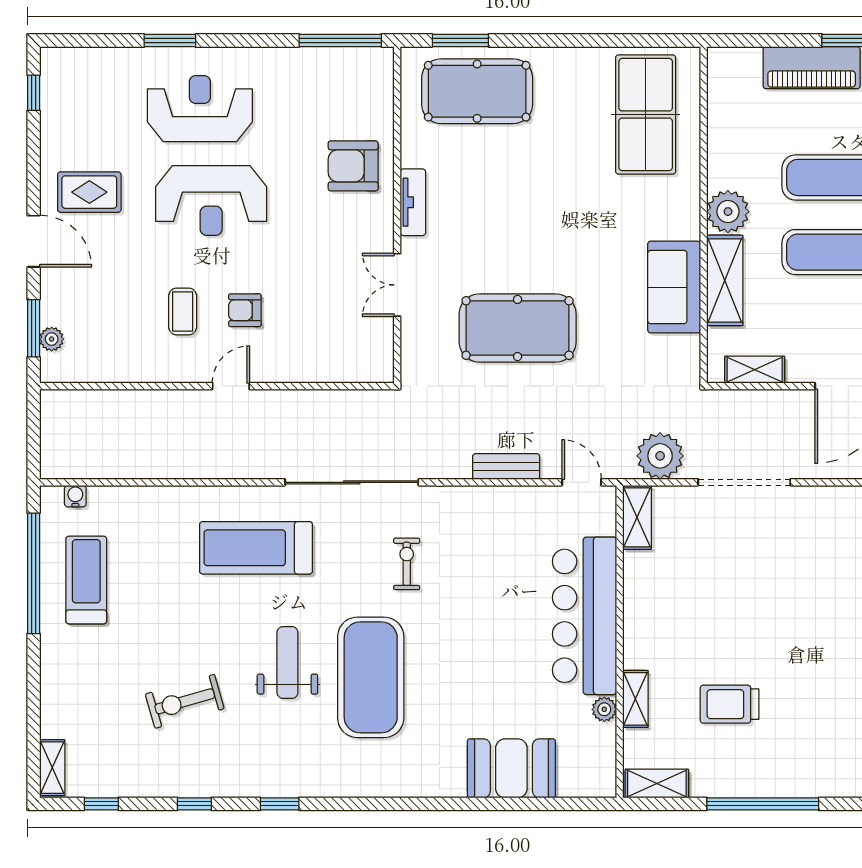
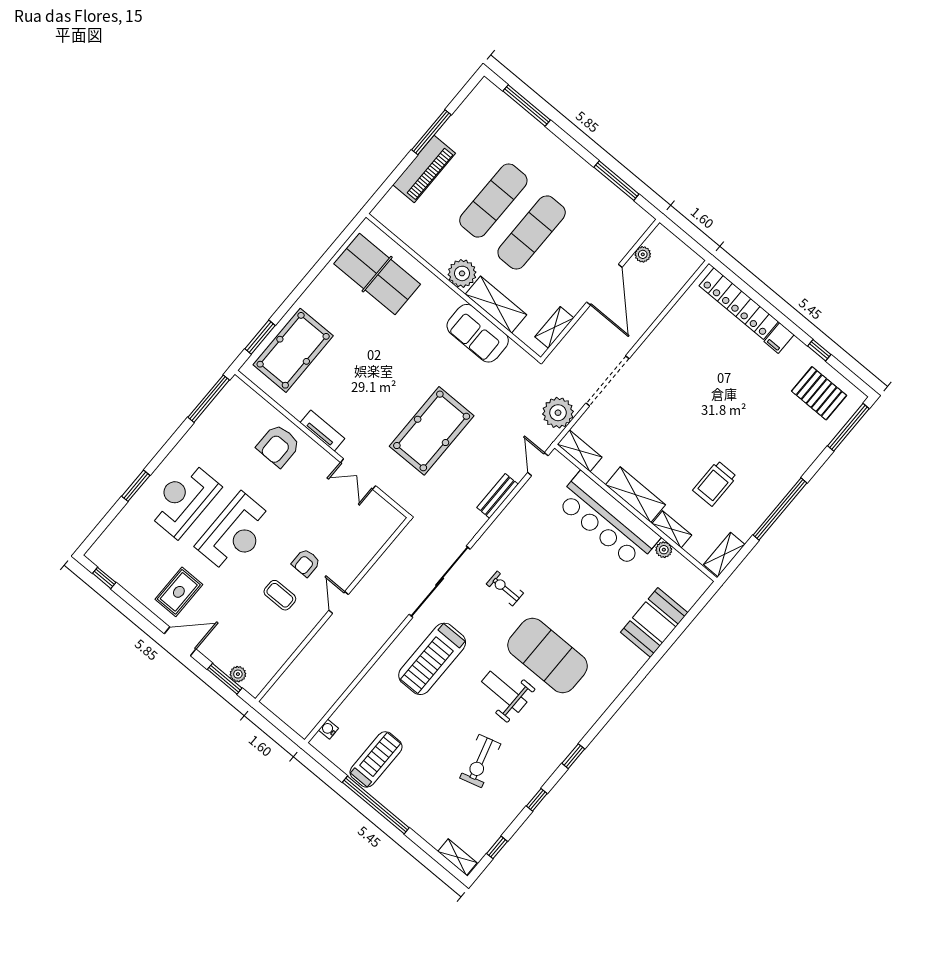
door: (582, 482) -> (538, 464), hinge flipped
window: (34, 573) -> (376, 805), moved
treadmill: (86, 580) -> (376, 759), turned 90
shelving: (640, 624) -> (635, 495), added

